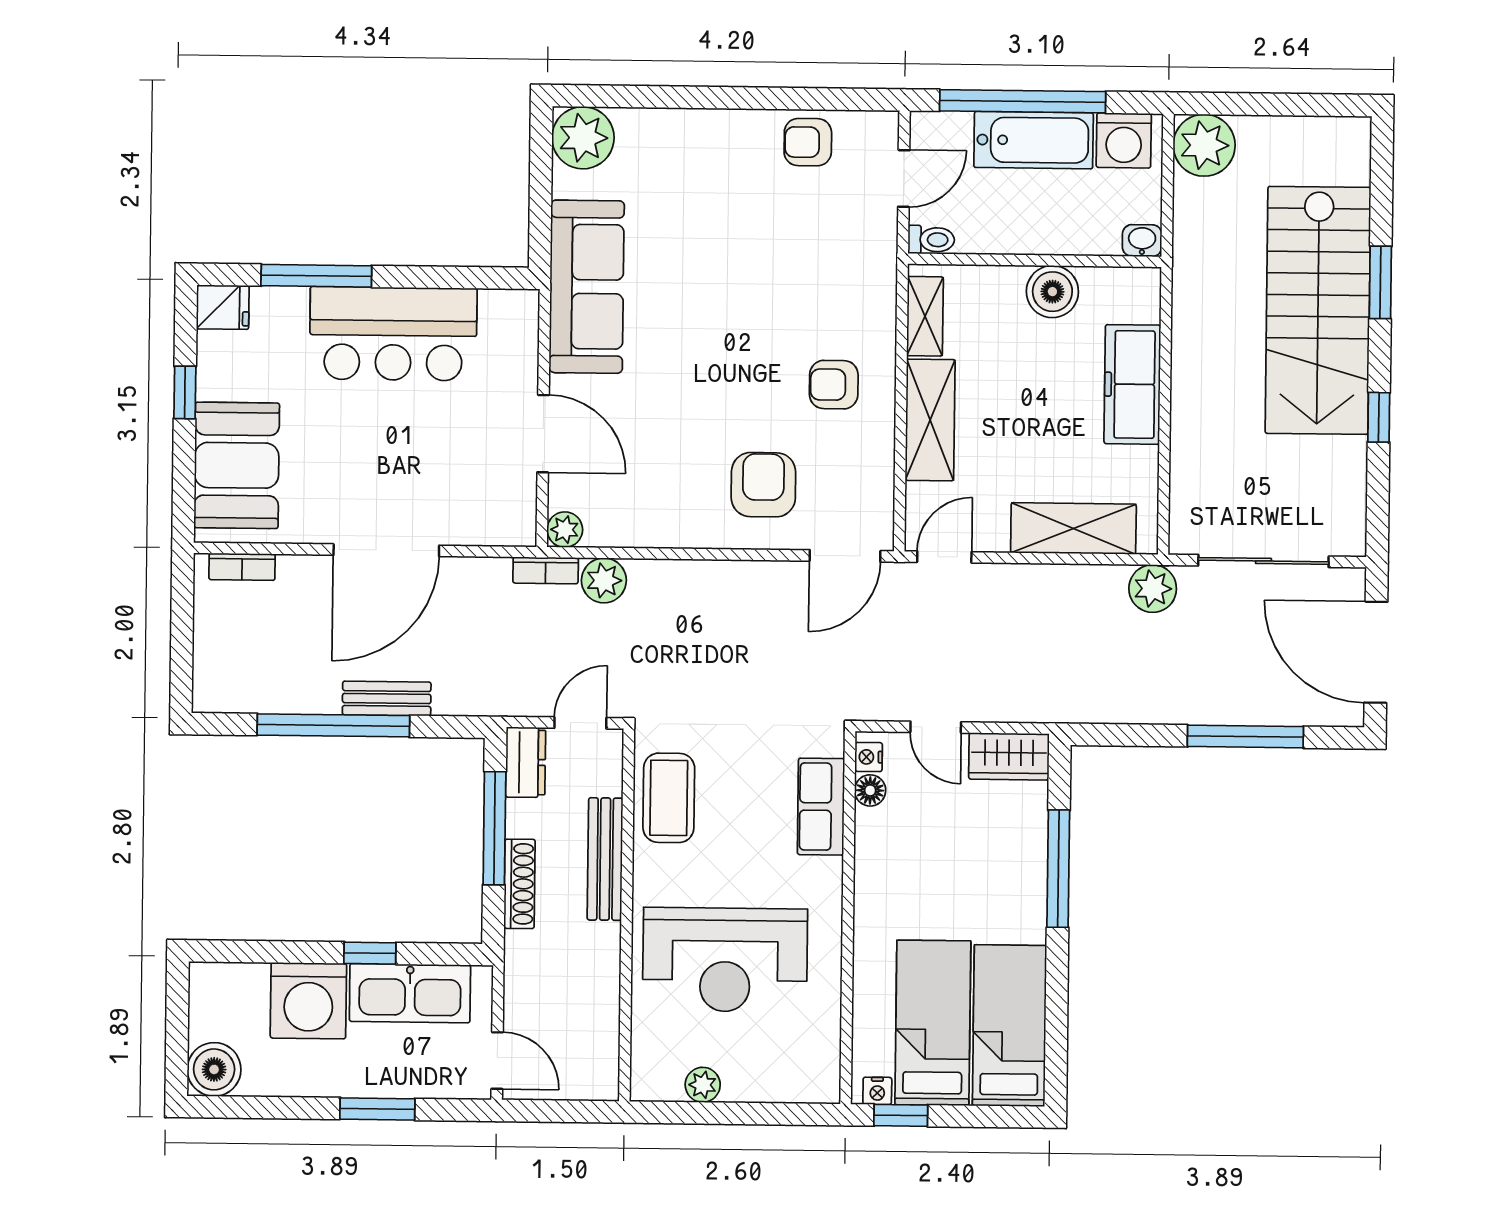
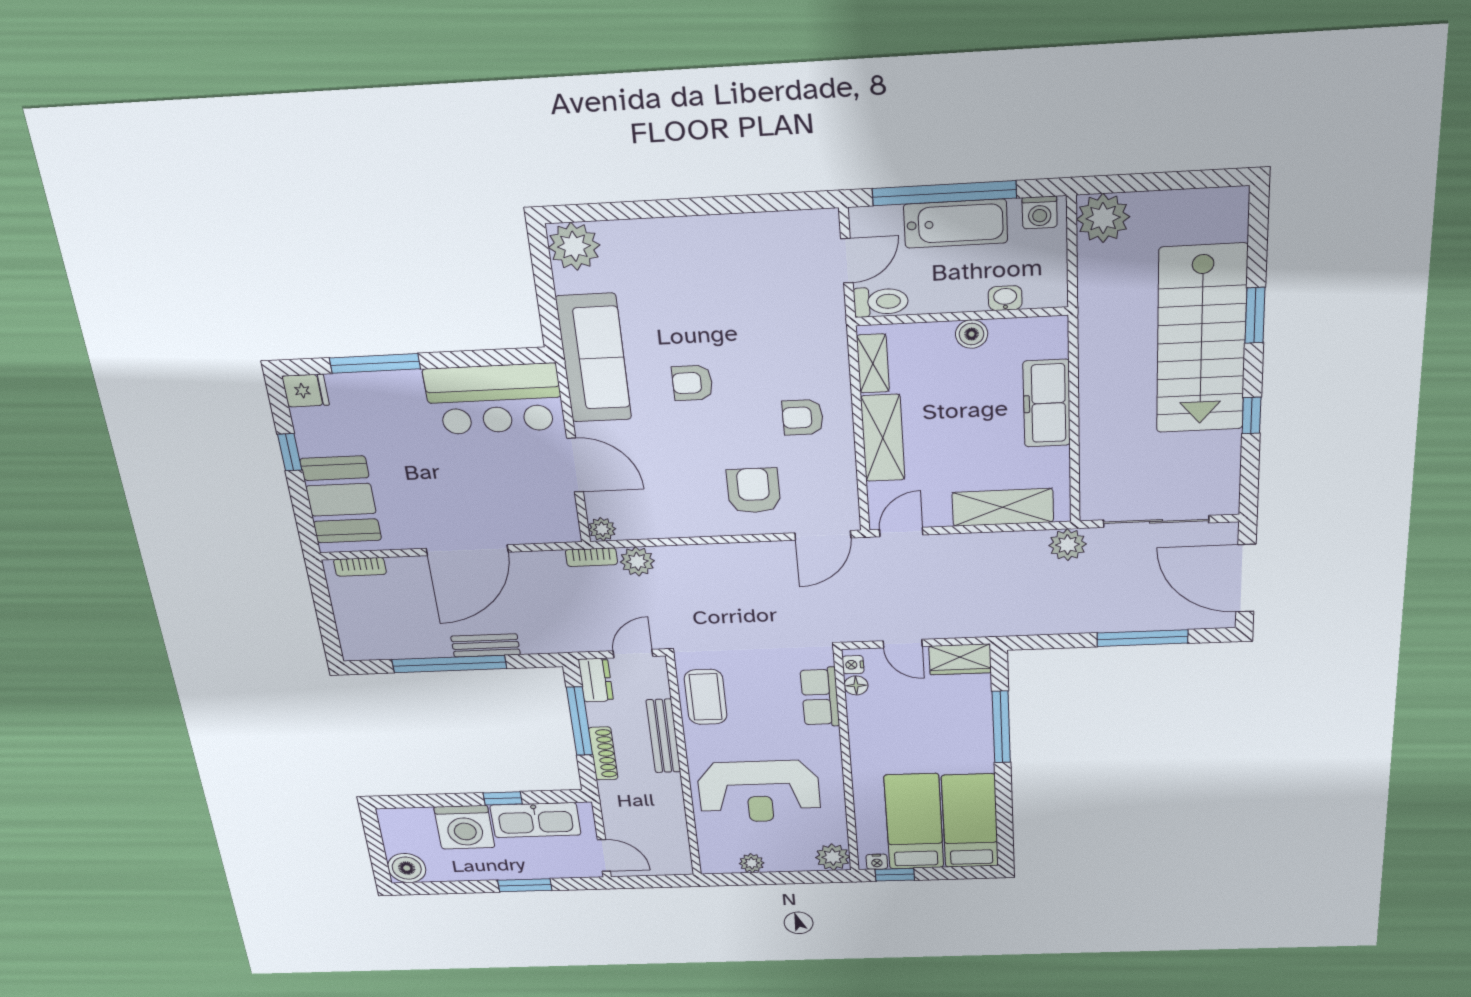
washing machine: (1124, 140) -> (1040, 212), width x0.73, depth x0.73
armchair: (808, 142) -> (692, 383), moved
toilet: (931, 240) -> (881, 302), width x1.37, depth x1.39
washbasin: (1142, 241) -> (1005, 298), moved
boiler: (1052, 292) -> (972, 334), width x0.73, depth x0.73
bar counter: (393, 334) -> (494, 399), moved
plant: (817, 1080) -> (833, 857), added

